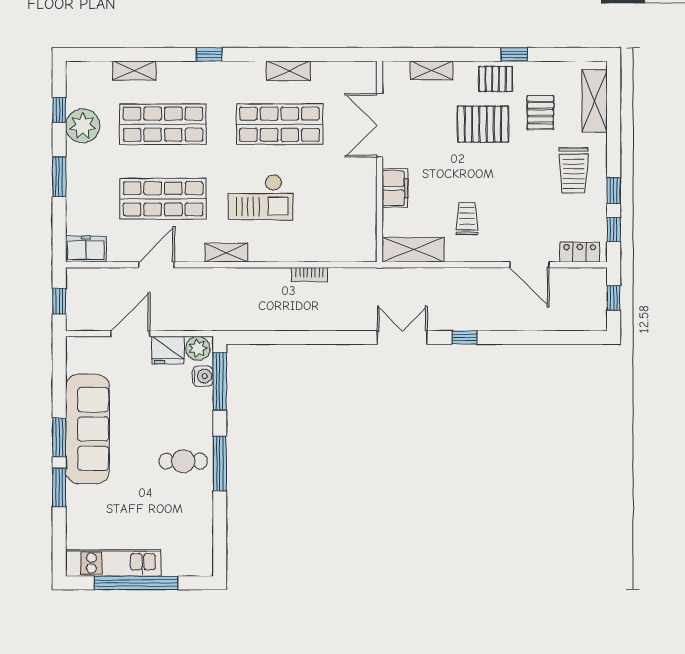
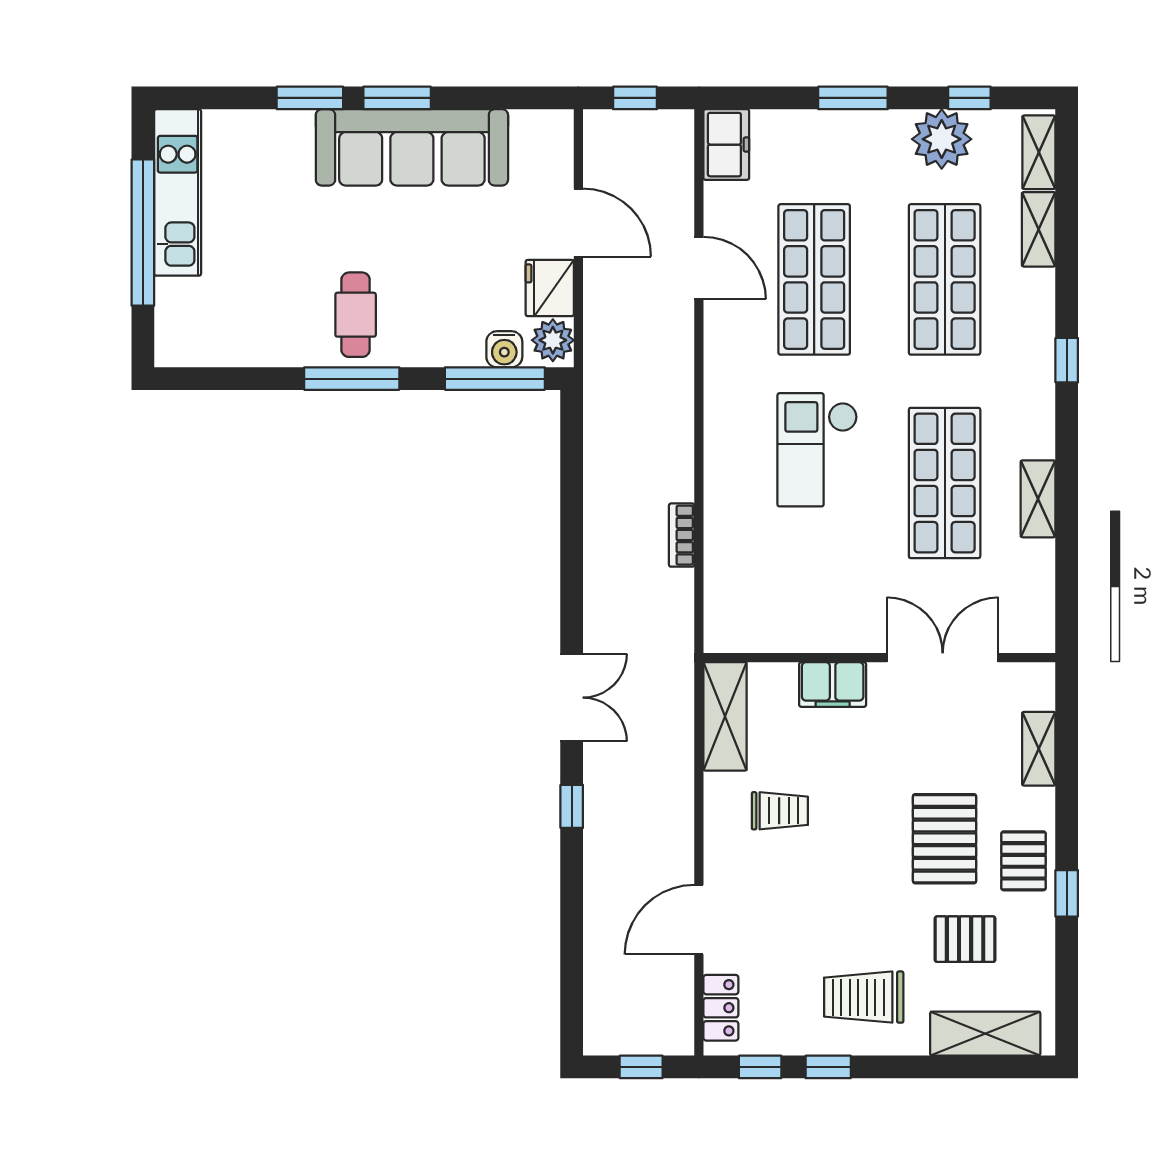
shelving: (226, 253) -> (1039, 152), moved

